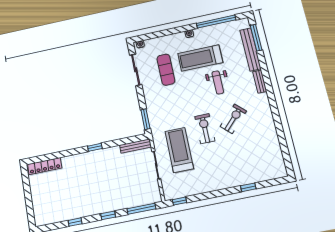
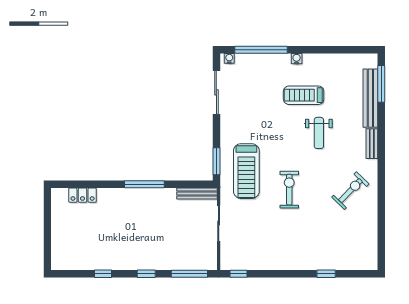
window: (216, 22) -> (261, 50), moved
treadmill: (200, 58) -> (304, 95), width x0.73, depth x0.73
exercise mat: (166, 70) -> (256, 101), removed
exercise bike: (233, 119) -> (350, 191), moved
window: (95, 147) -> (144, 184), width x2.17
treadmill: (179, 150) -> (246, 171), moved, turned 180
locker: (45, 166) -> (83, 195), width x0.66

